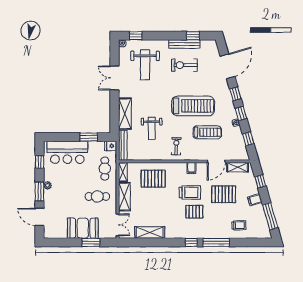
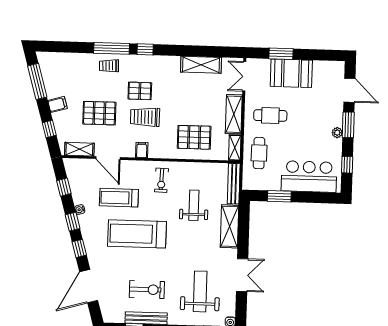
fridge: (111, 146) -> (250, 183), removed
door: (216, 161) -> (108, 158), swing flipped
trolley: (239, 225) -> (109, 66), moved

